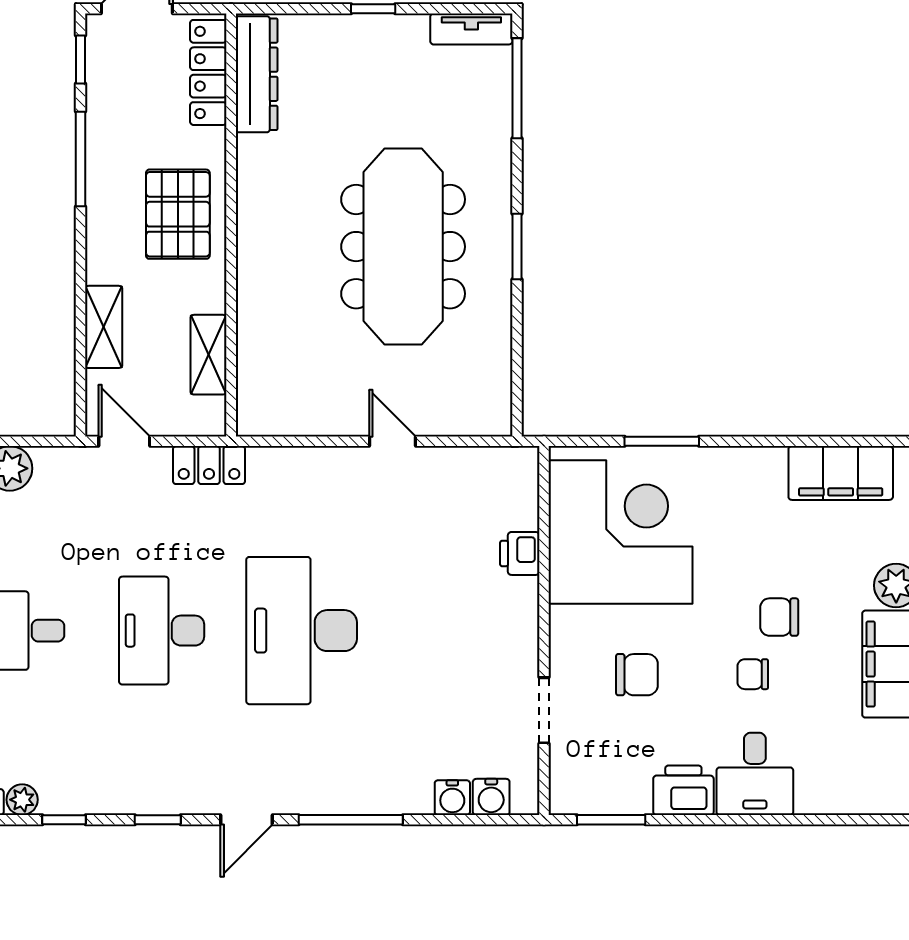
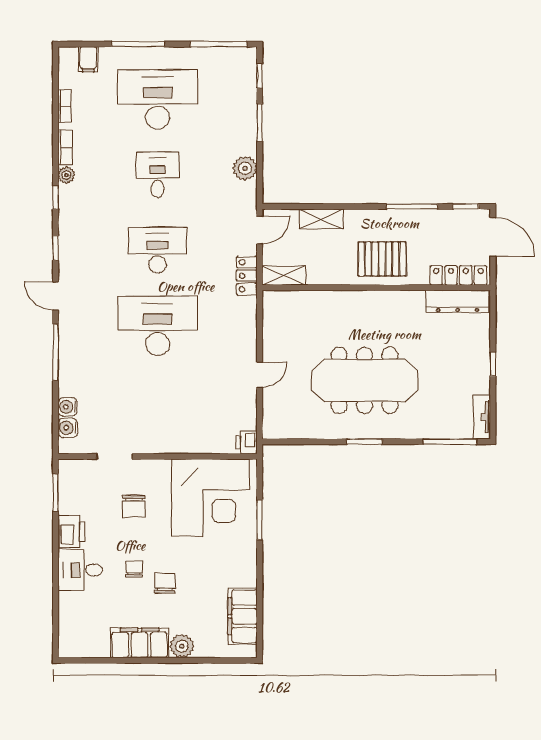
shelving: (209, 355) -> (284, 275), moved
printer: (520, 553) -> (247, 442), moved, turned -90

